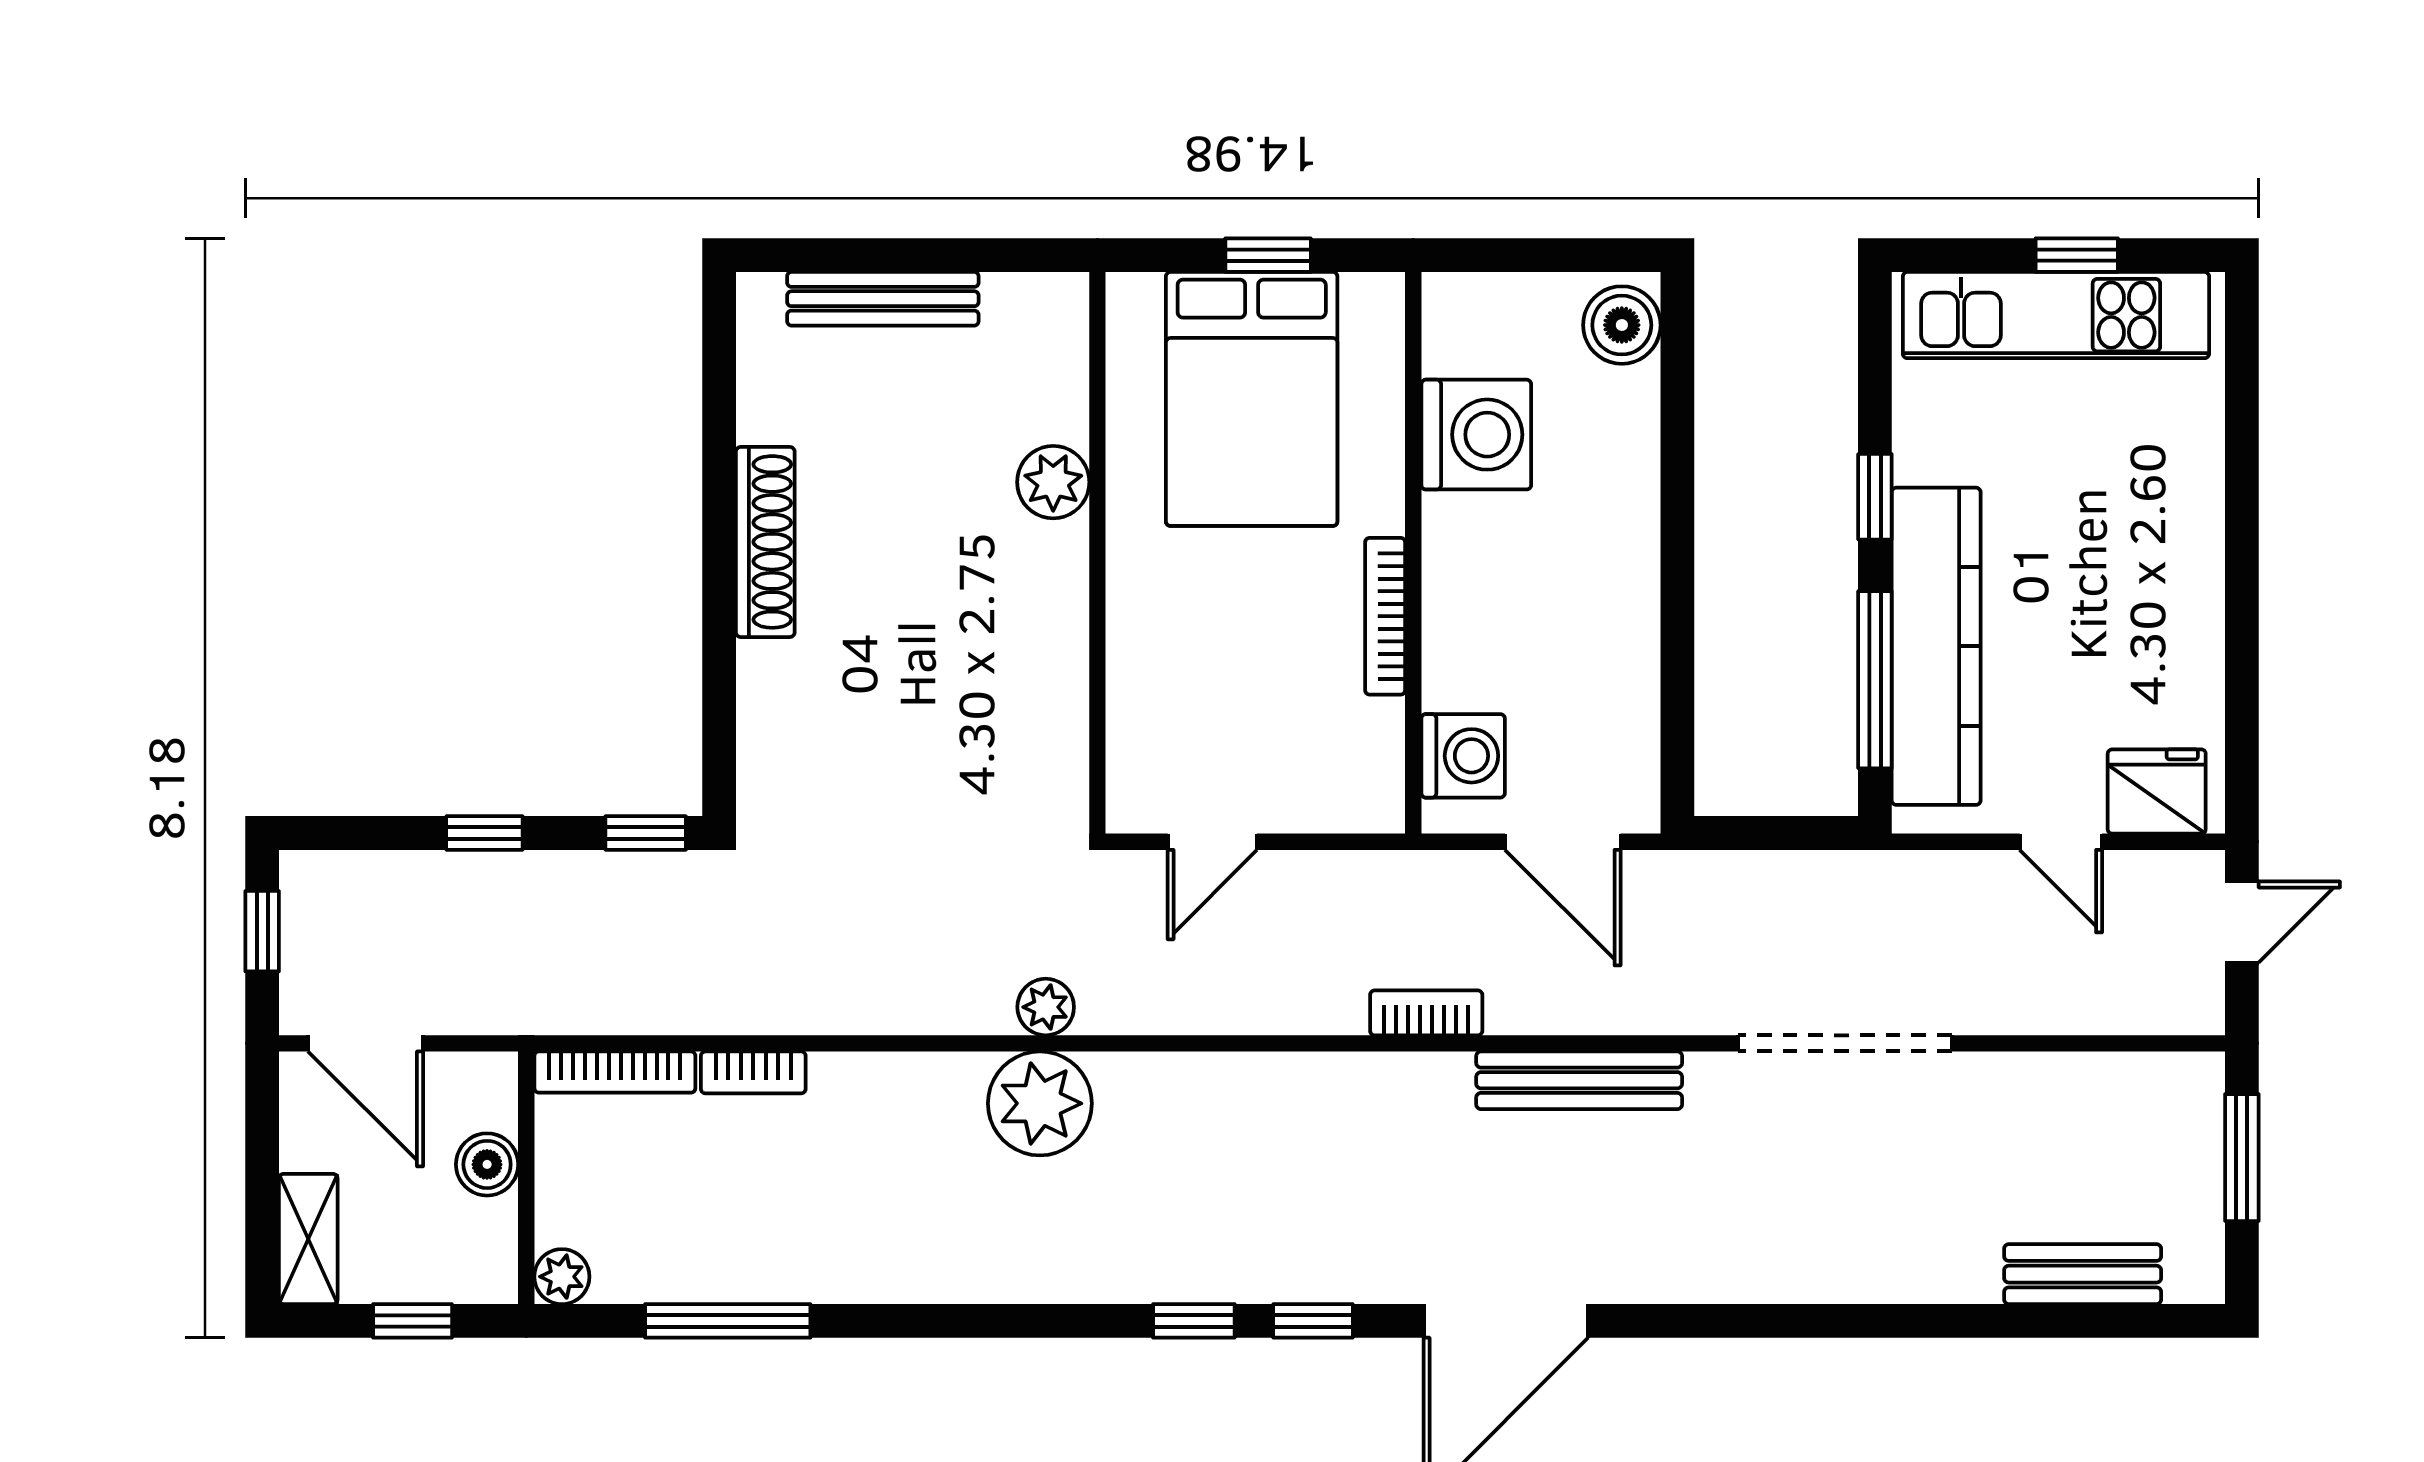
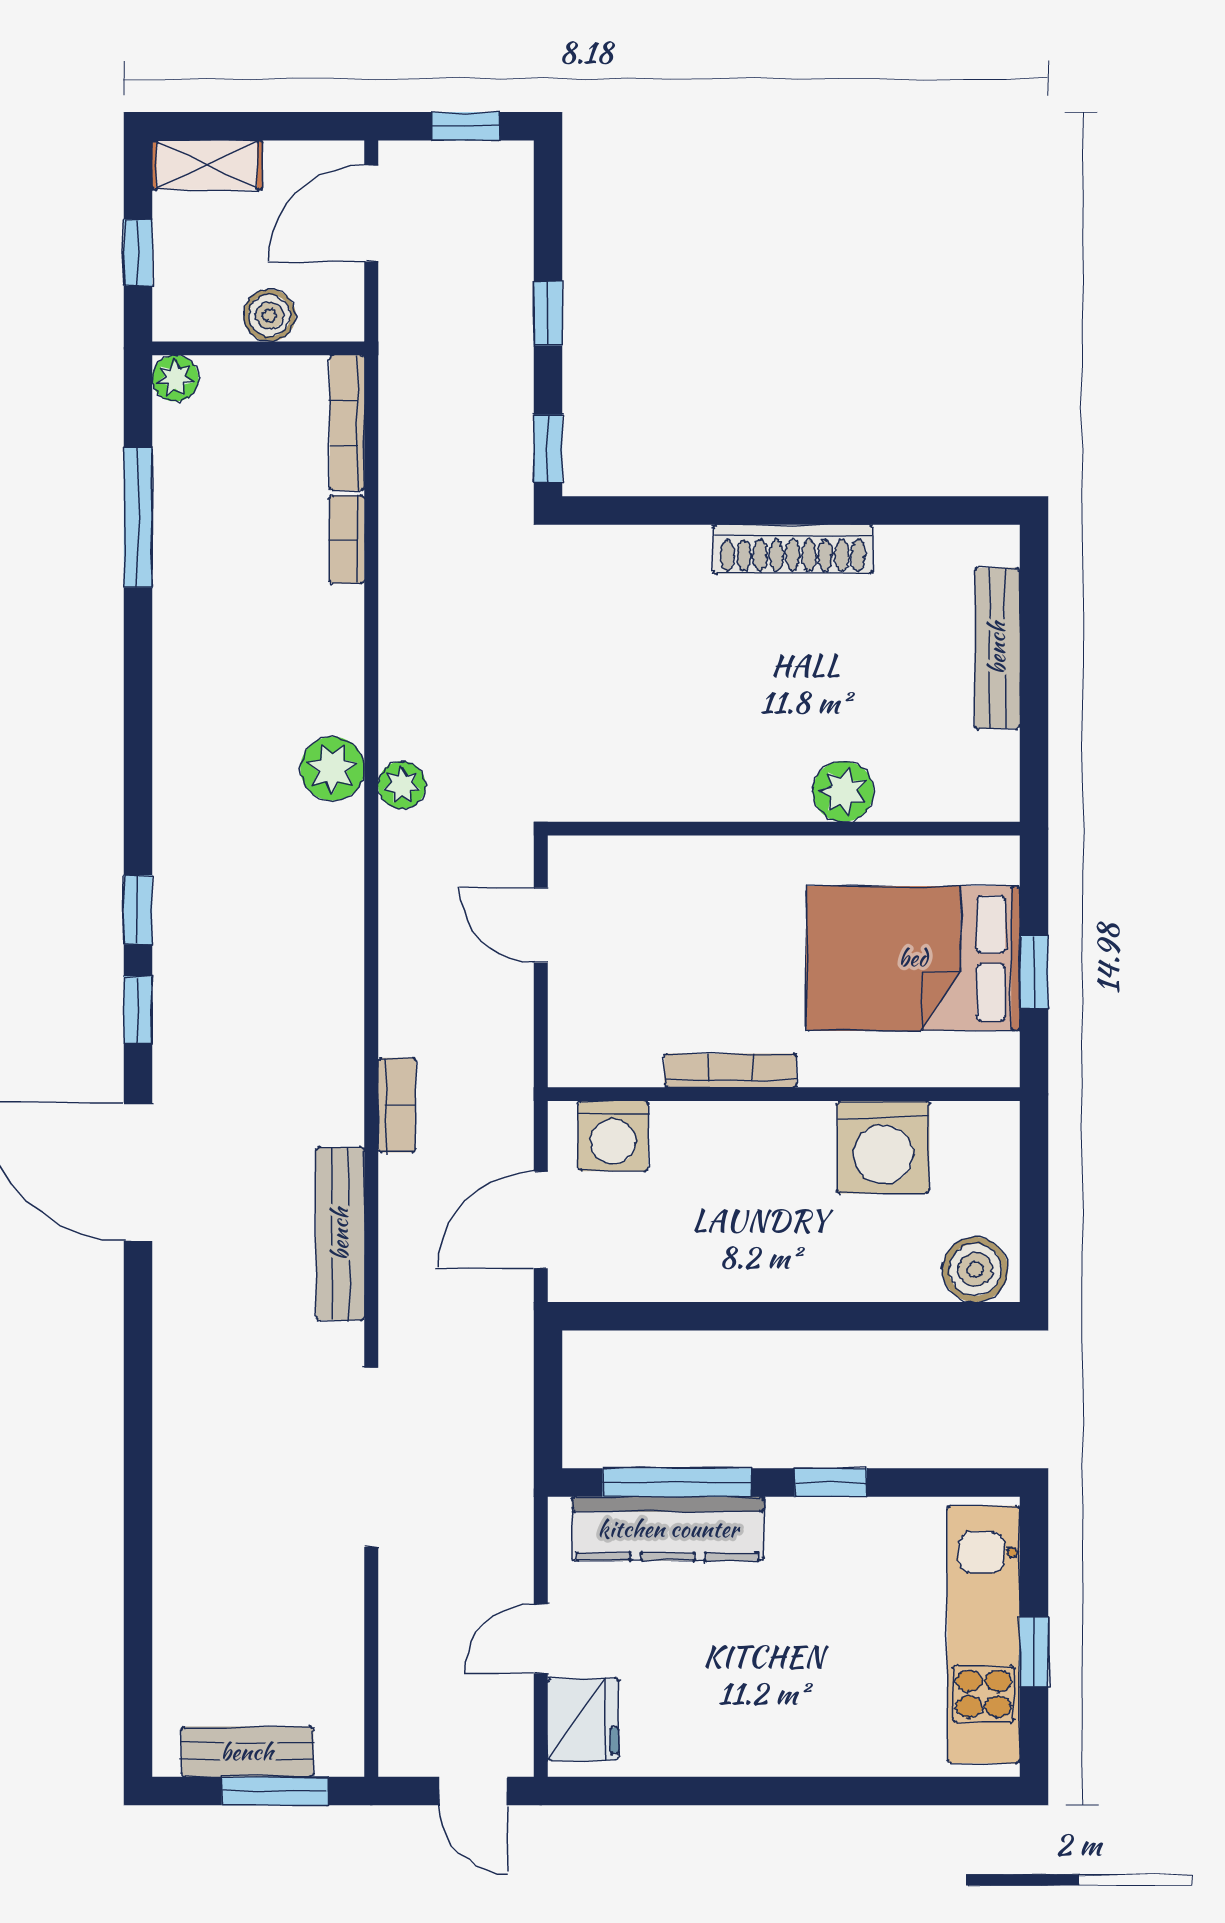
kitchen counter: (1936, 646) -> (668, 1529), width x0.72, depth x0.86
plant: (1040, 1103) -> (332, 769), width x0.73, depth x0.73
bench: (2083, 1274) -> (247, 1752), moved, turned 90

